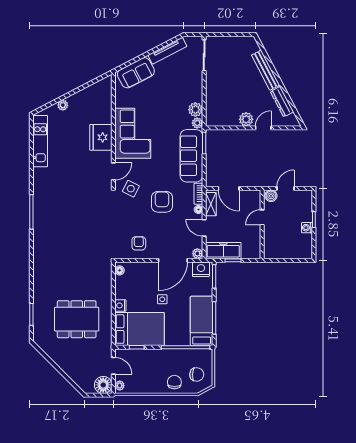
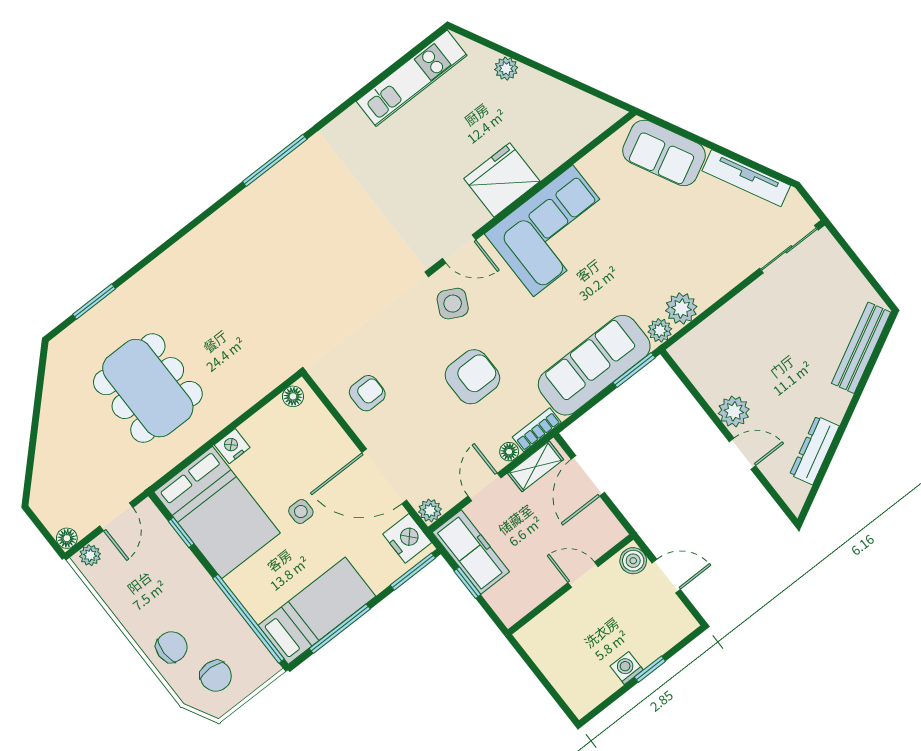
bench: (266, 70) -> (861, 348), moved
floor lamp: (103, 385) -> (67, 538), width x0.53, depth x0.53

